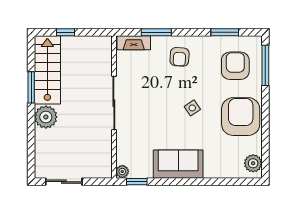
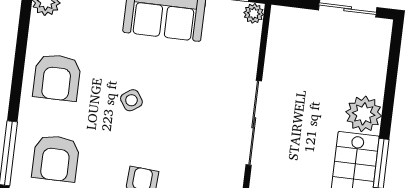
armchair: (241, 117) -> (57, 77), width x0.73, depth x0.73

